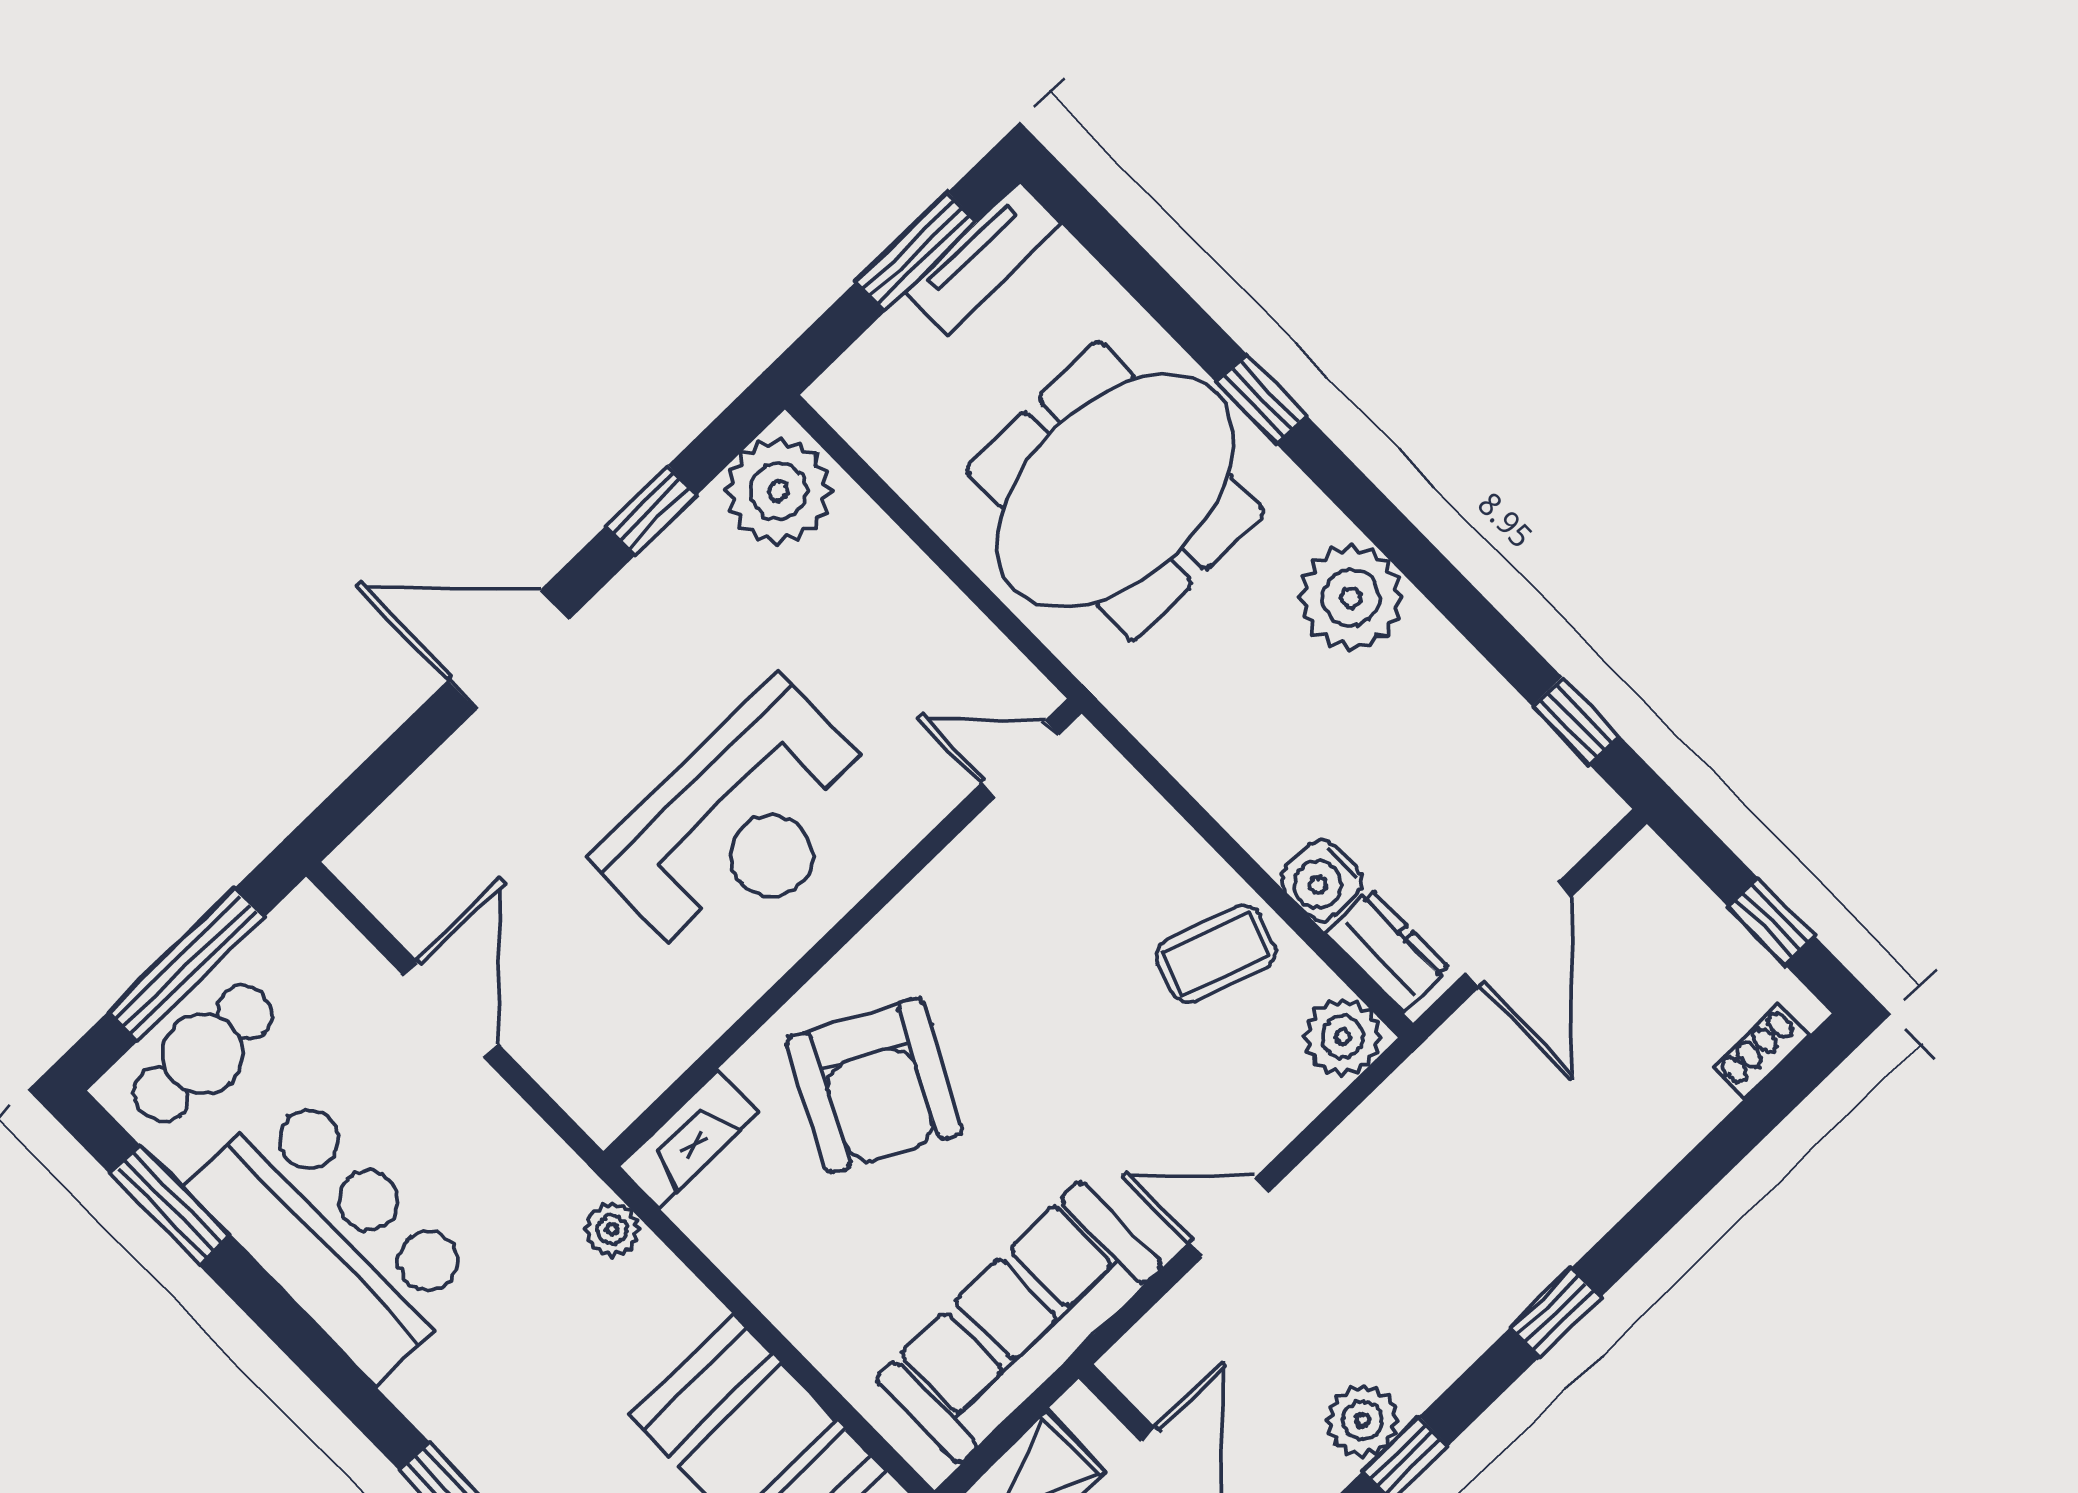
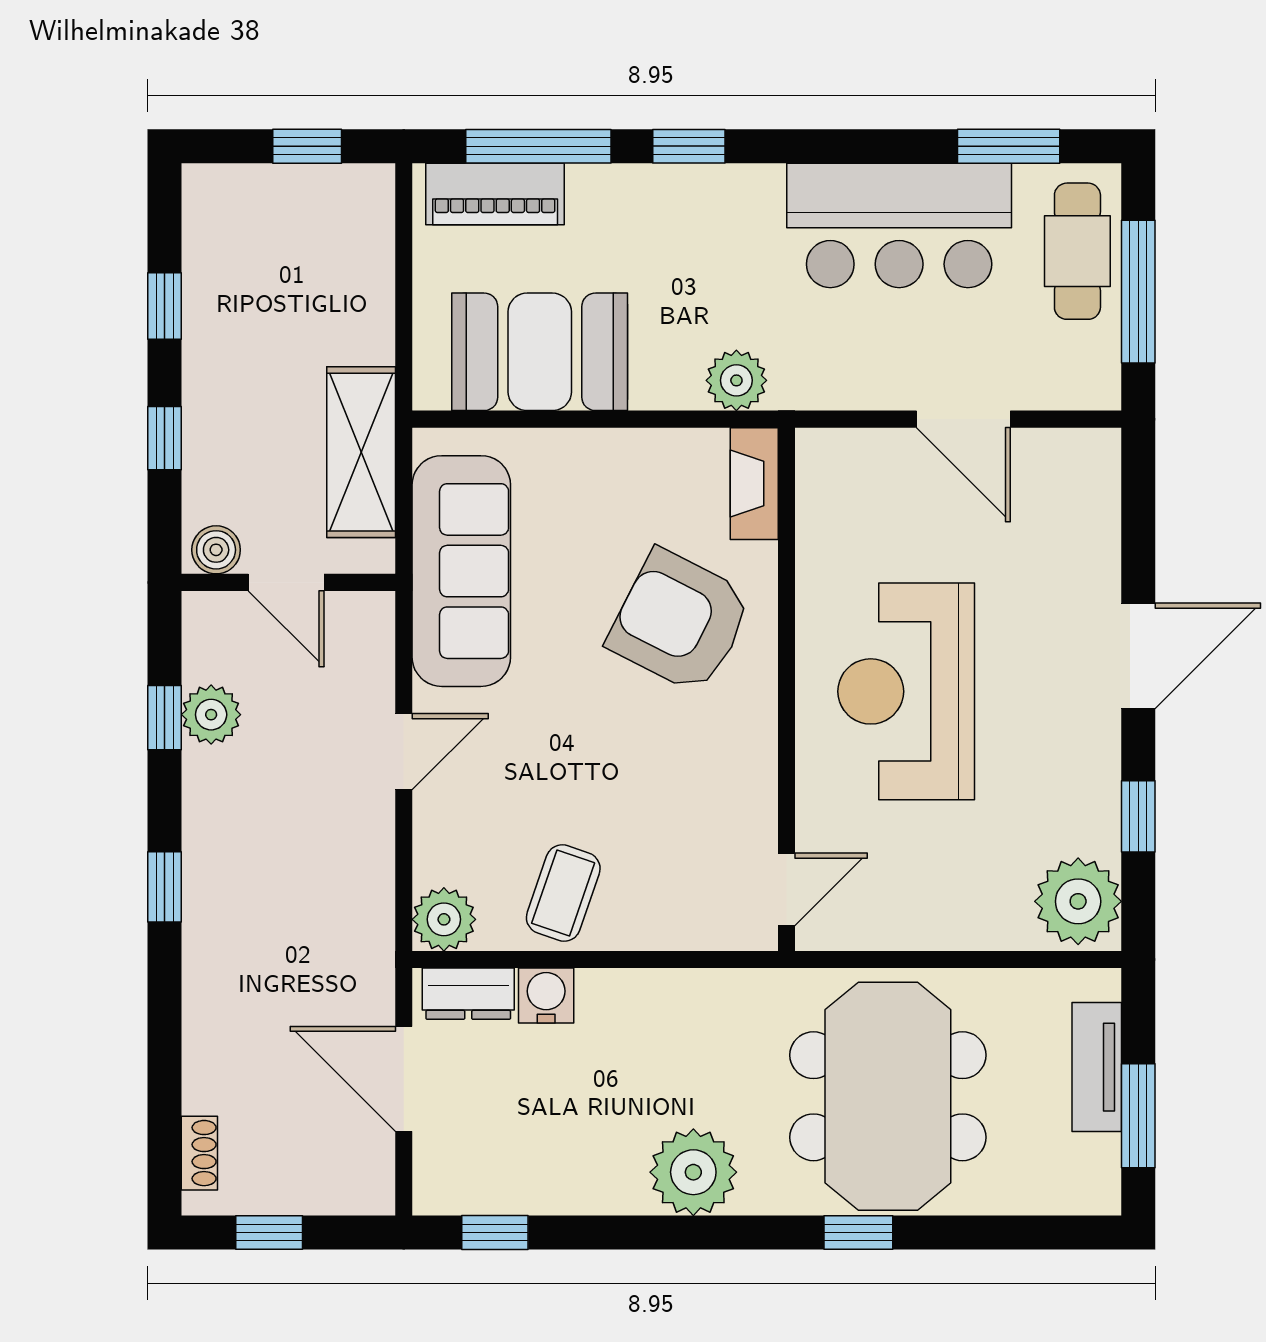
tv unit: (983, 258) -> (1097, 1067), moved
plant: (612, 1229) -> (736, 380), width x1.38, depth x1.38

